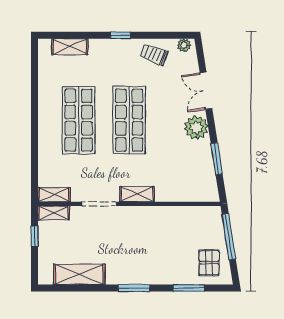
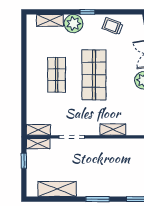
plant: (184, 45) -> (74, 24), moved, width x1.88, depth x1.88
shop shelf: (79, 120) -> (57, 75), width x0.70, depth x0.74
shelving: (137, 194) -> (113, 130), moved

